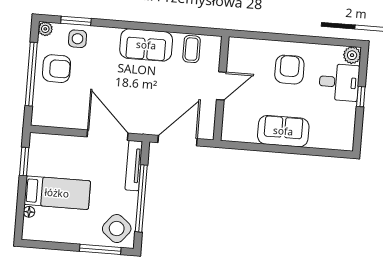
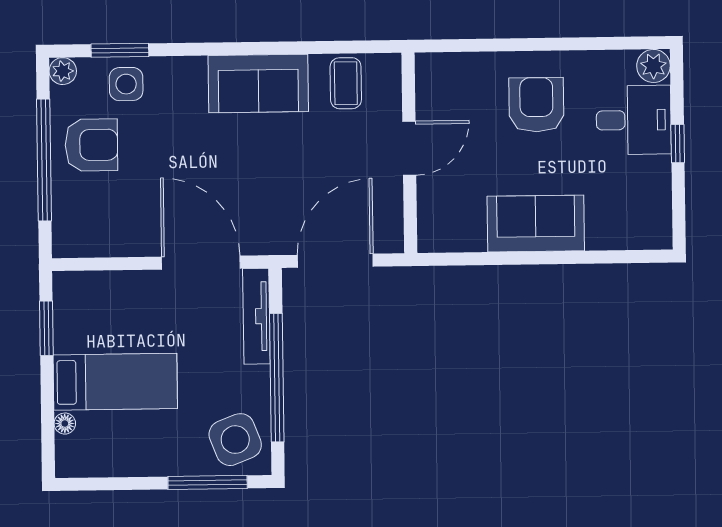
side table: (117, 229) -> (235, 440), turned 30

